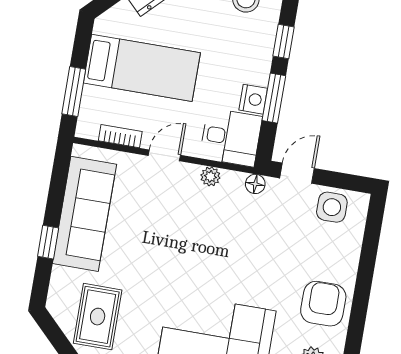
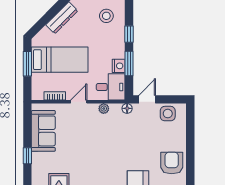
window: (74, 92) -> (27, 64), moved
sofa: (84, 214) -> (43, 131), width x0.73

